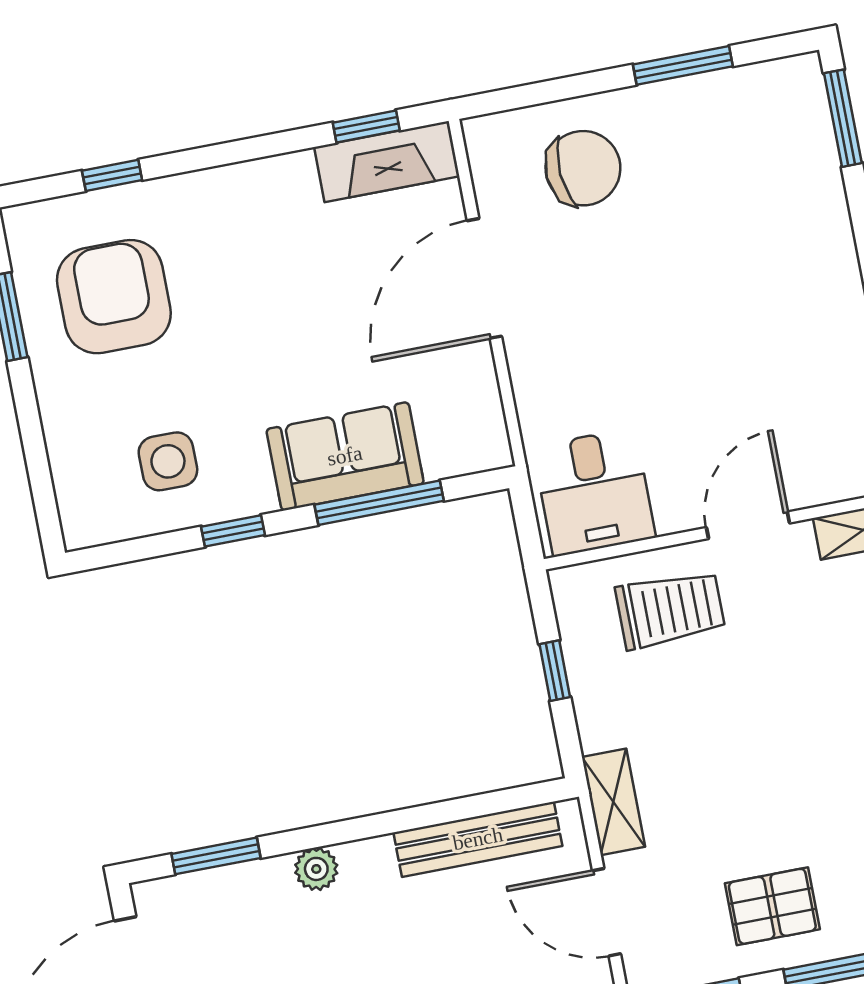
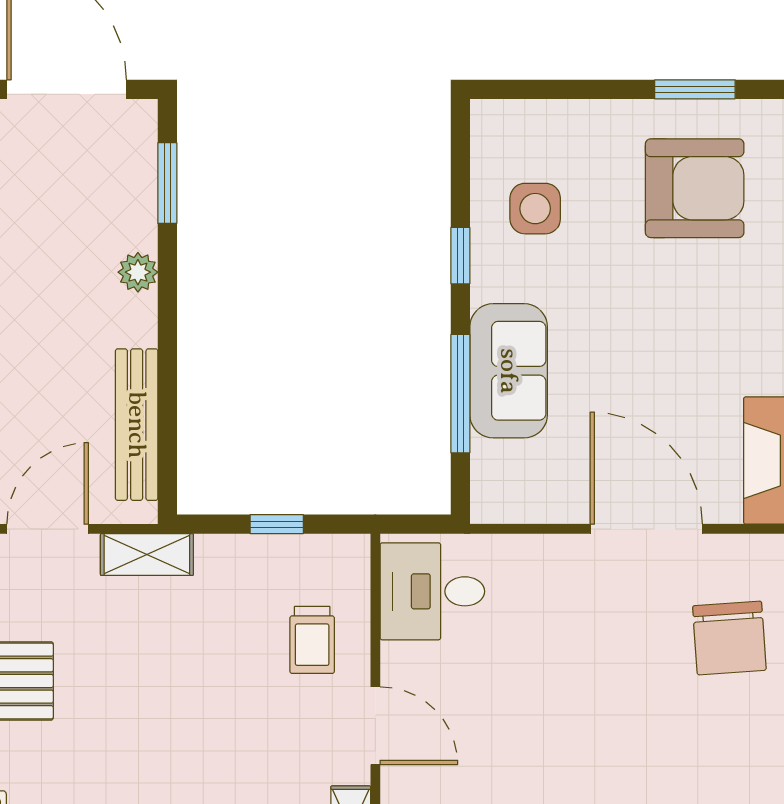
trolley: (670, 610) -> (312, 640), width x0.73, depth x0.72

